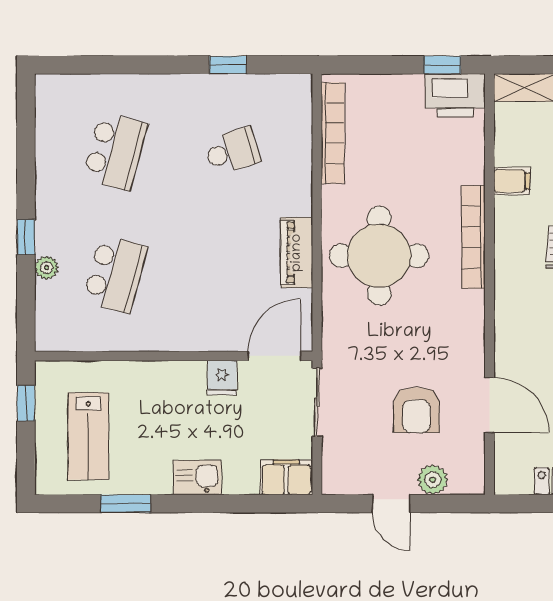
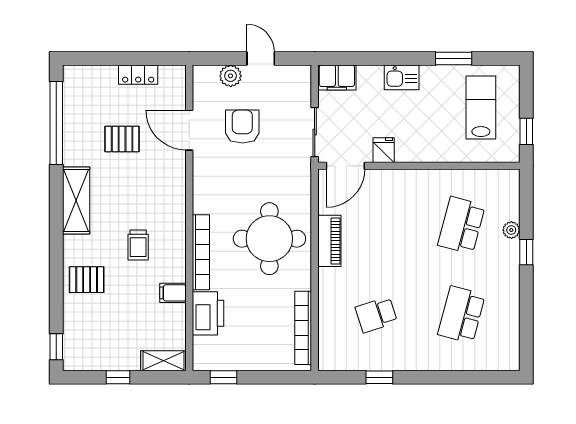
printer: (455, 95) -> (208, 313), moved, turned 90

